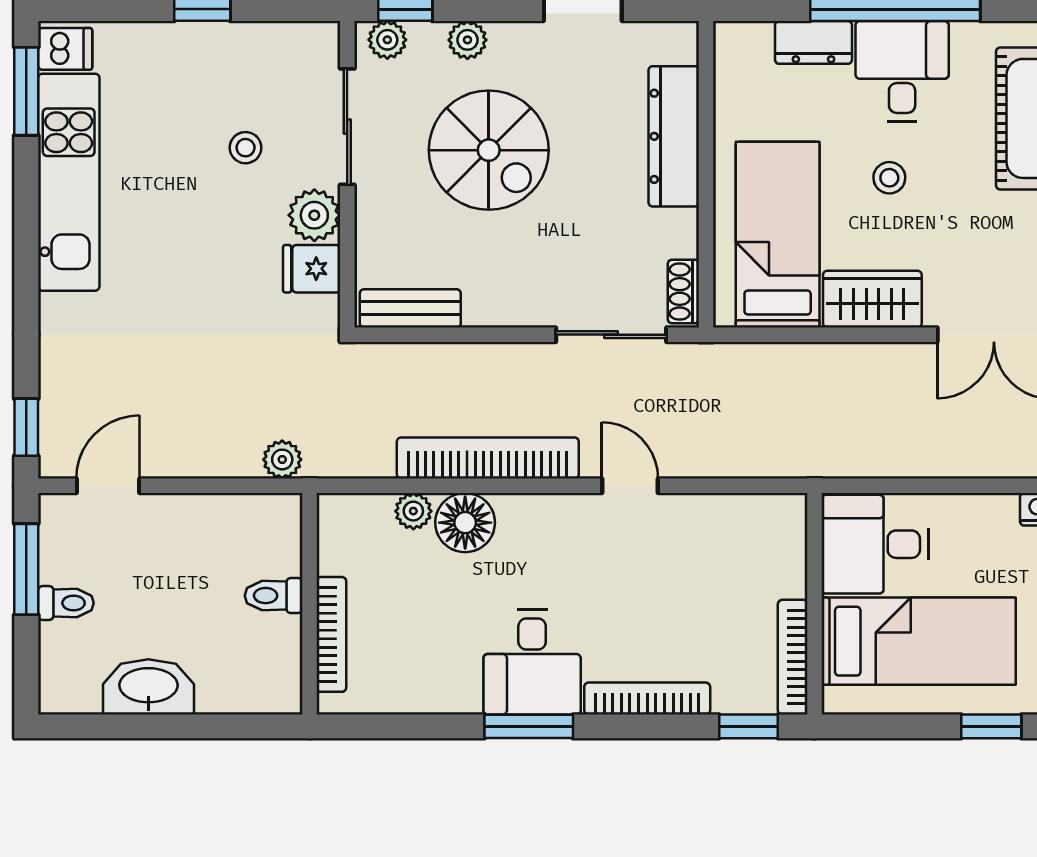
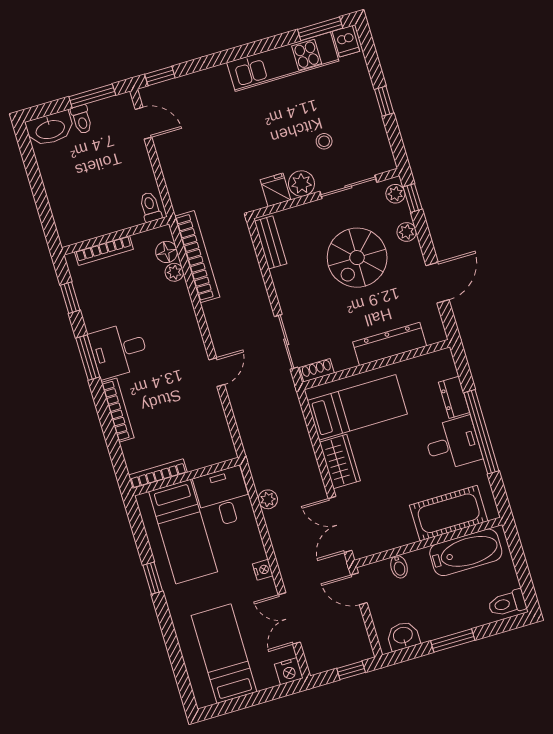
stool: (889, 178) -> (400, 453), removed
bookcase: (488, 458) -> (197, 257), moved
plant: (282, 459) -> (268, 499), moved
floor lamp: (465, 523) -> (167, 252), moved, width x0.73, depth x0.73
toilet: (274, 596) -> (150, 207), moved
washbasin: (148, 687) -> (50, 129), moved, turned 90
window: (748, 726) -> (70, 298), moved

